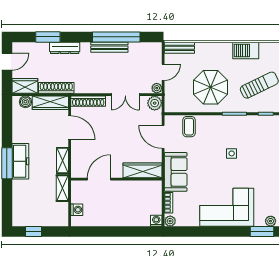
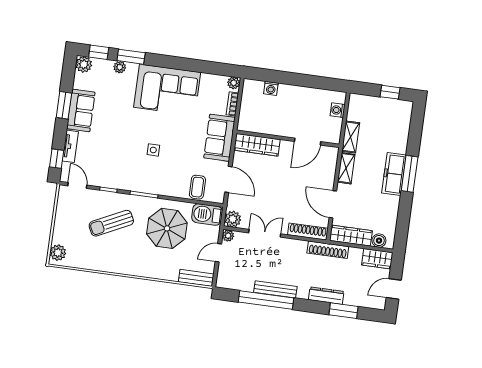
barbecue: (246, 51) -> (207, 214), moved, turned 180
shoe rack: (56, 88) -> (328, 250), moved
washing machine: (156, 221) -> (271, 88), moved

